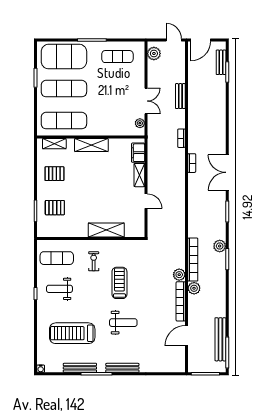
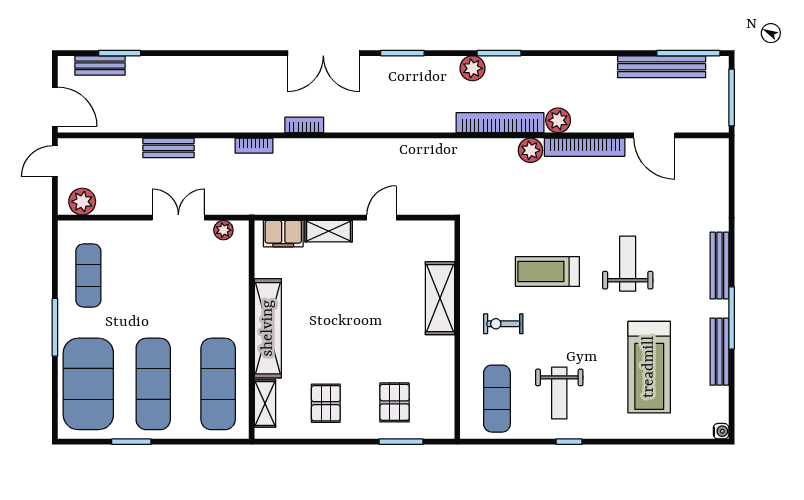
shelving: (91, 145) -> (268, 328), width x1.47

